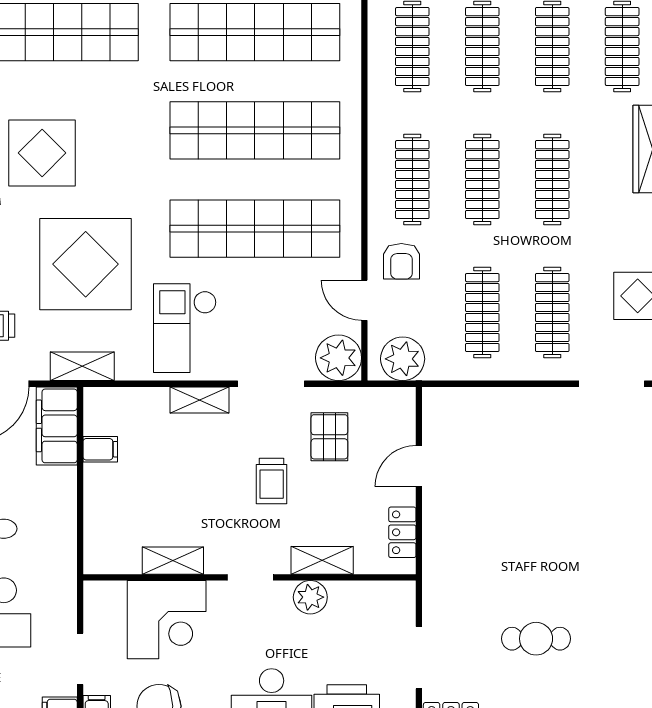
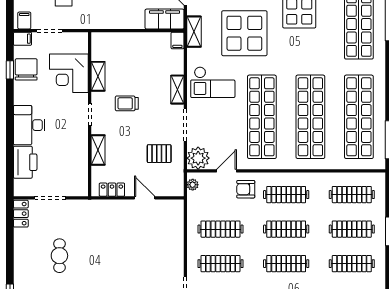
checkout: (185, 328) -> (213, 82), turned 180
plant: (403, 359) -> (193, 185), width x0.53, depth x0.53
filing cabinet: (100, 449) -> (177, 40), moved
trolley: (272, 481) -> (127, 103), moved
plant: (310, 597) -> (80, 144), removed

